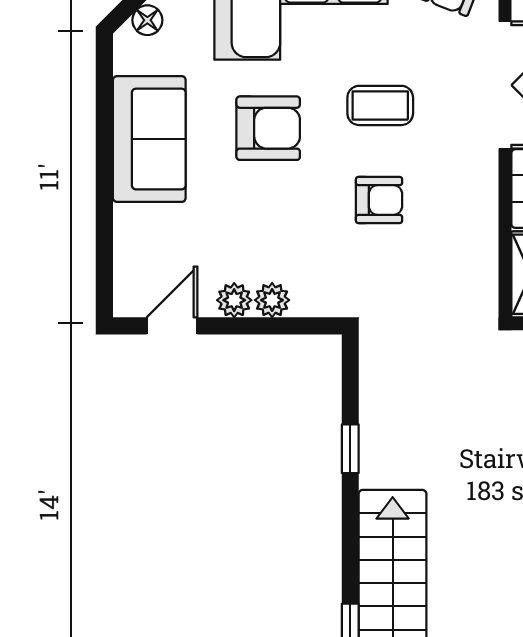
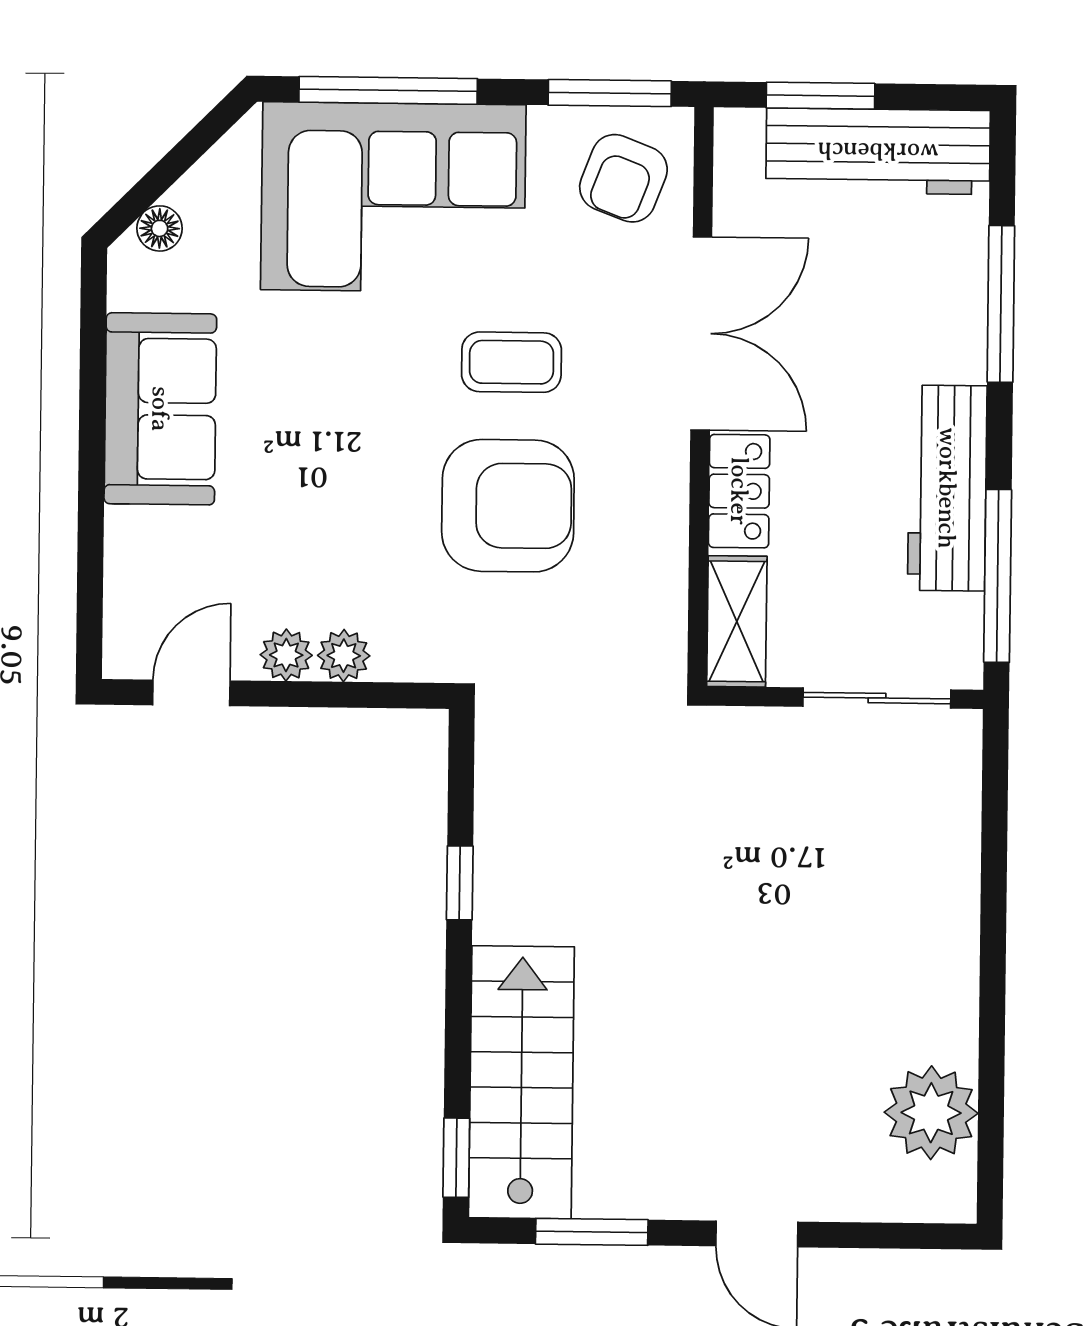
armchair: (268, 128) -> (341, 395), removed
armchair: (379, 200) -> (508, 506), width x1.88, depth x1.88

